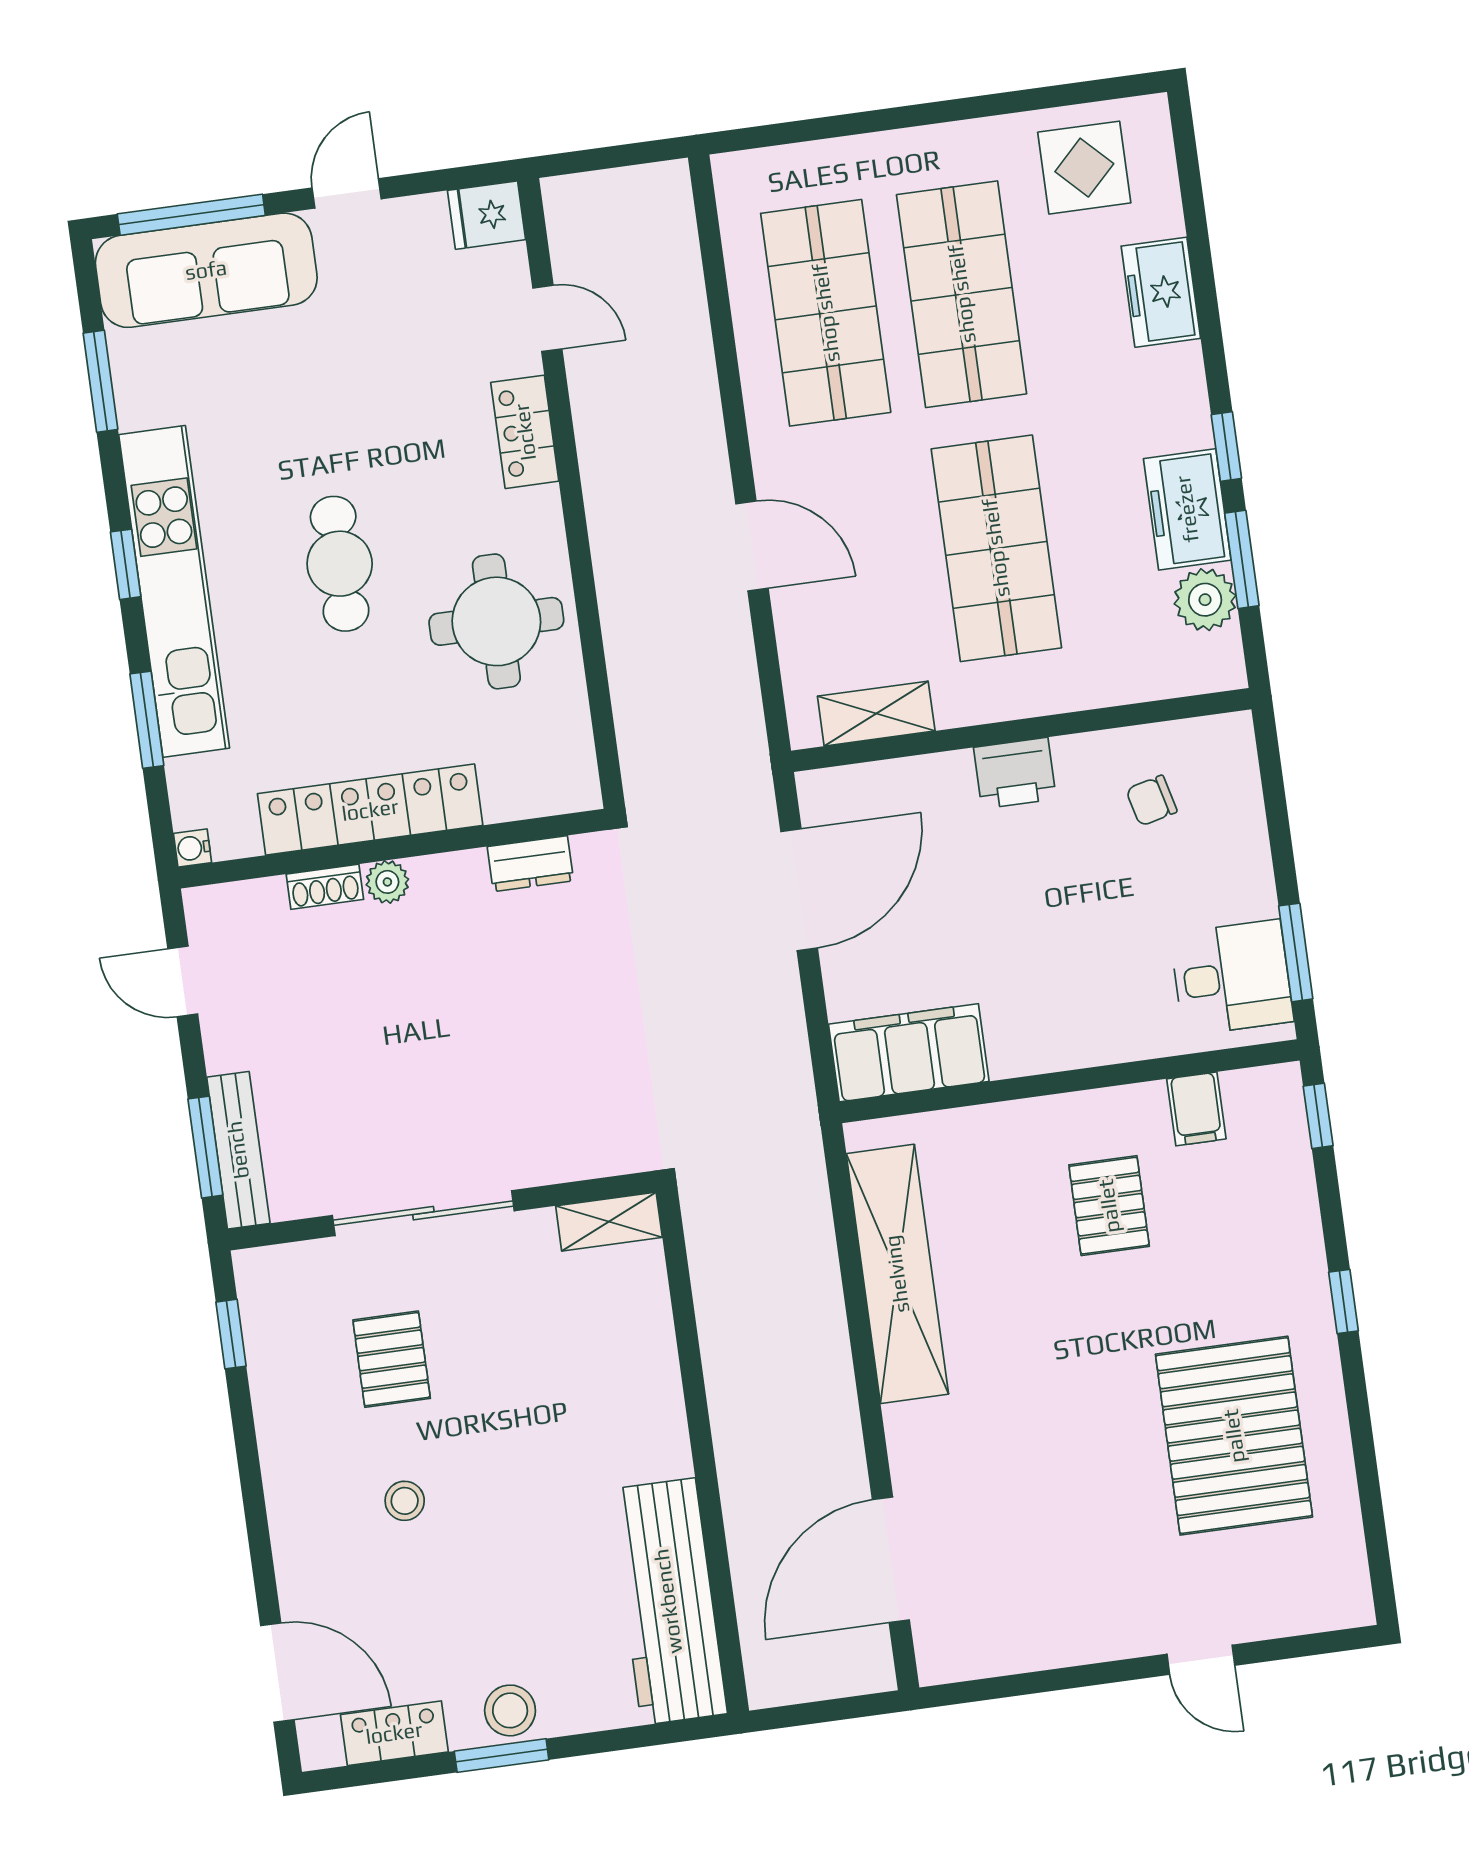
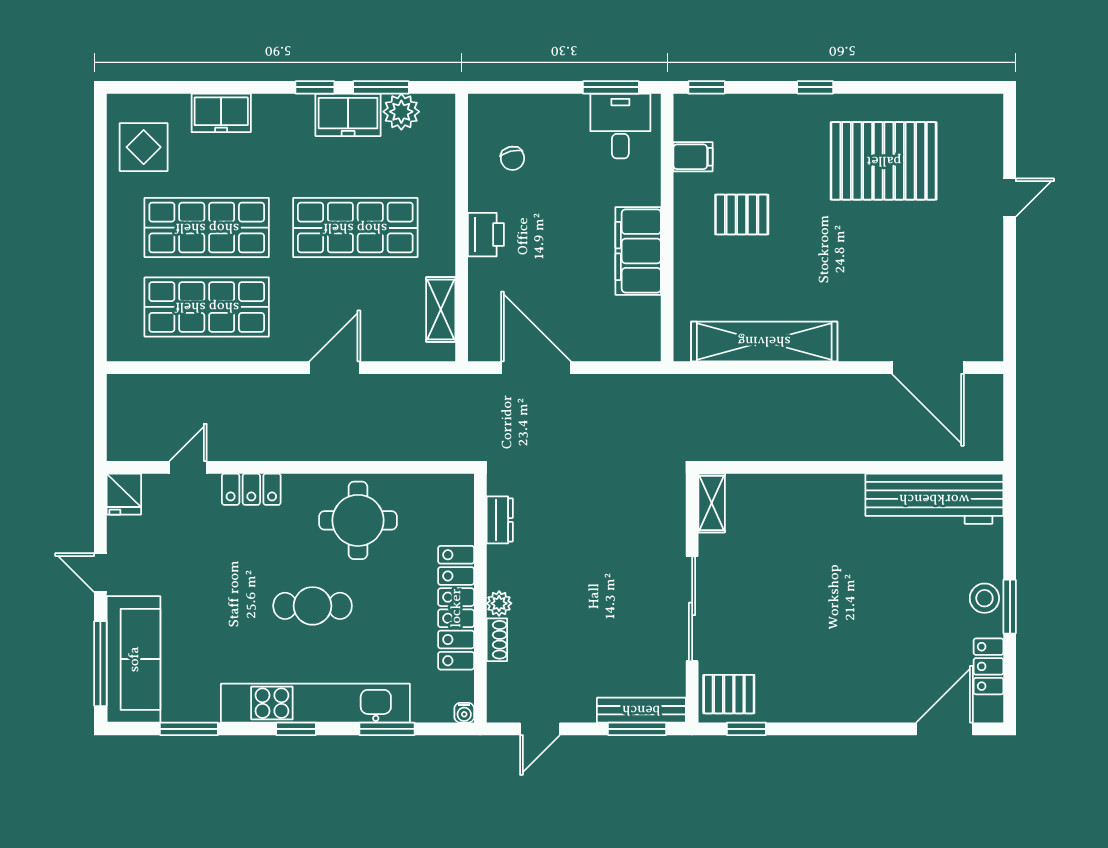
filing cabinet: (909, 1053) -> (638, 251), moved
pallet: (392, 1359) -> (729, 694), moved
stool: (405, 1501) -> (856, 642), removed

